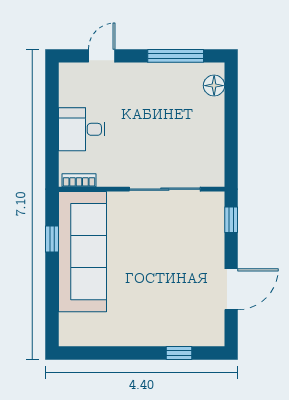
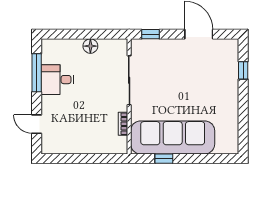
floor lamp: (214, 86) -> (90, 46), moved
desk: (82, 129) -> (57, 80), moved, turned 90
bookcase: (79, 180) -> (123, 124), moved

